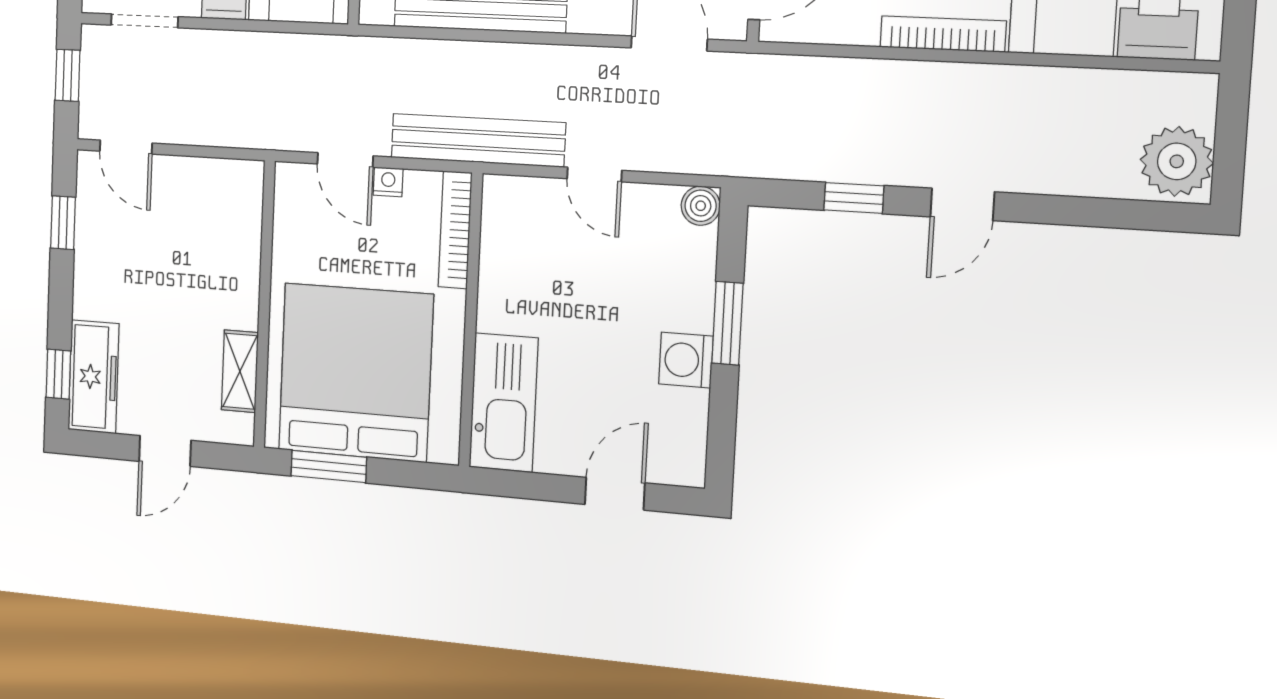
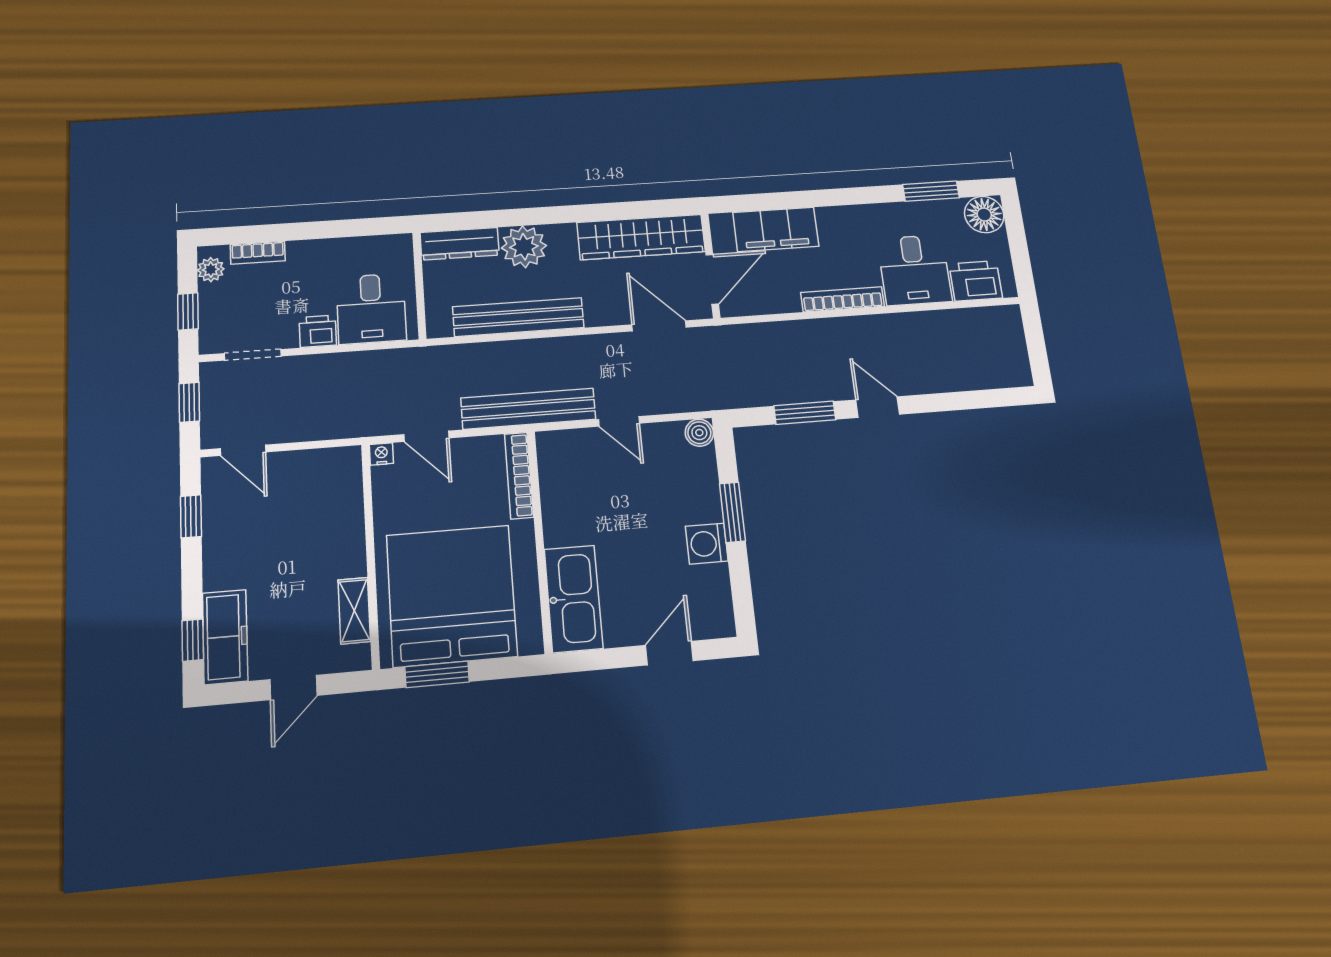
plant: (1177, 161) -> (1007, 361), removed
nightstand: (388, 182) -> (381, 454), moved
window: (854, 198) -> (805, 413), width x1.50
door: (962, 204) -> (878, 407), swing flipped

